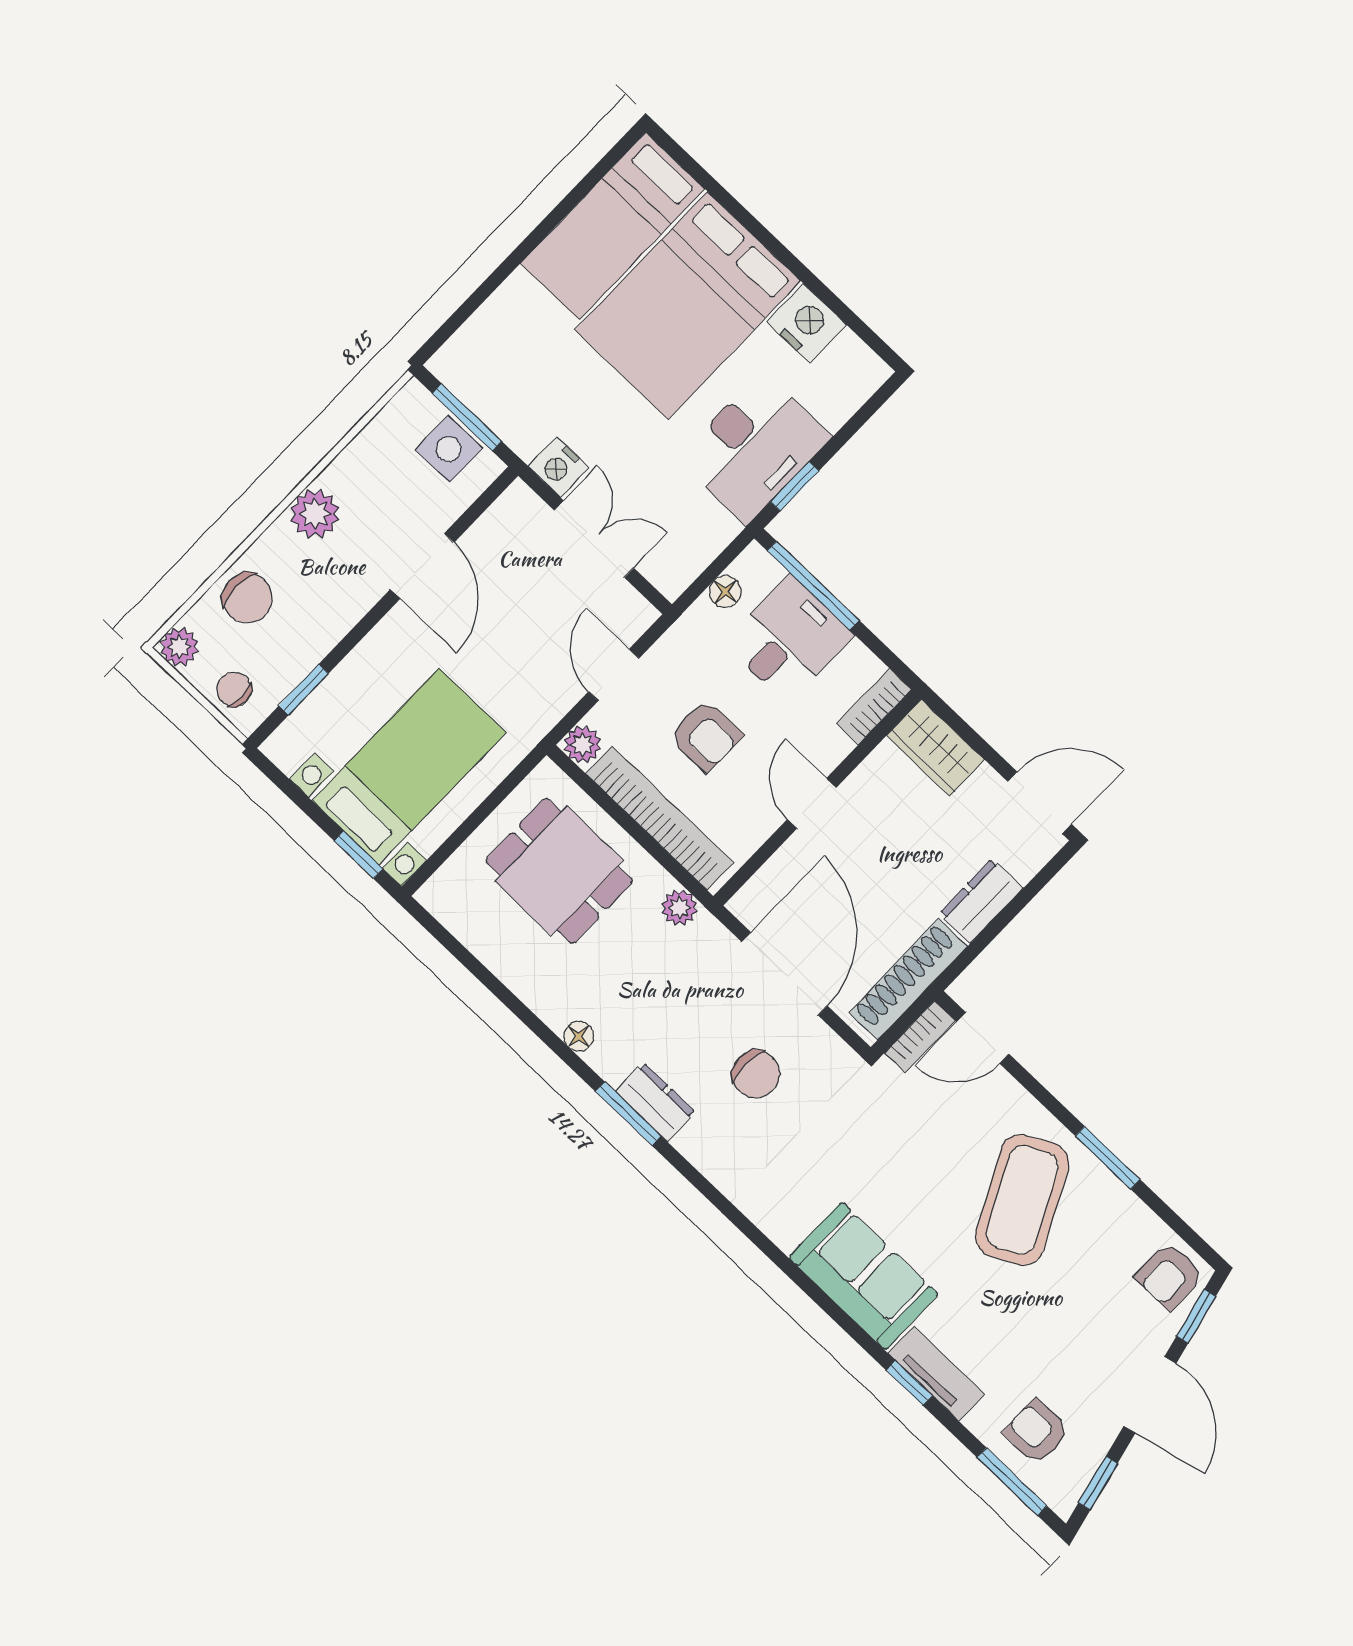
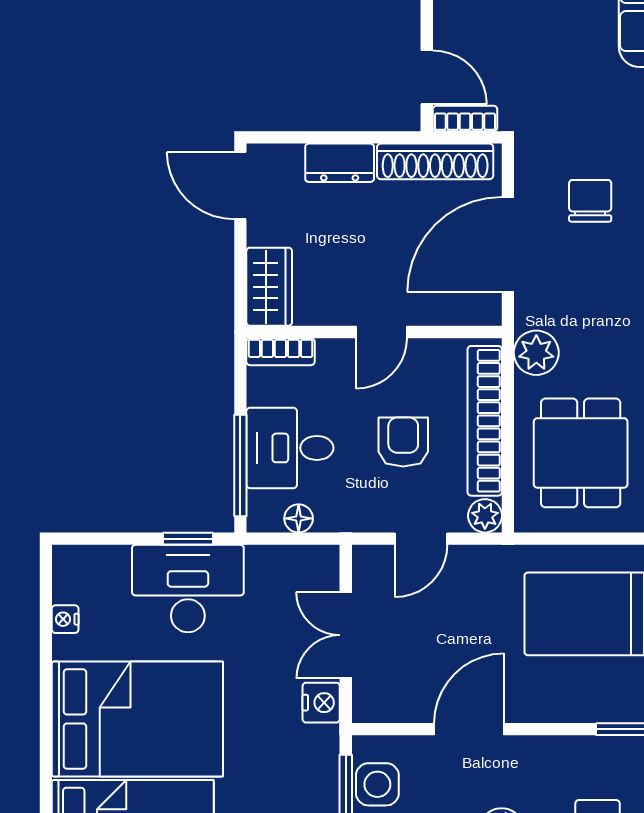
nightstand: (807, 323) -> (65, 619), width x0.53, depth x0.56
plant: (679, 908) -> (536, 353), width x1.38, depth x1.38

